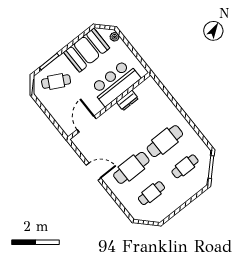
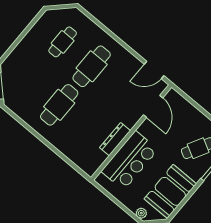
dresser: (127, 100) -> (115, 139), width x1.44
cafe table: (185, 166) -> (30, 81), removed
door: (94, 172) -> (154, 70), moved

